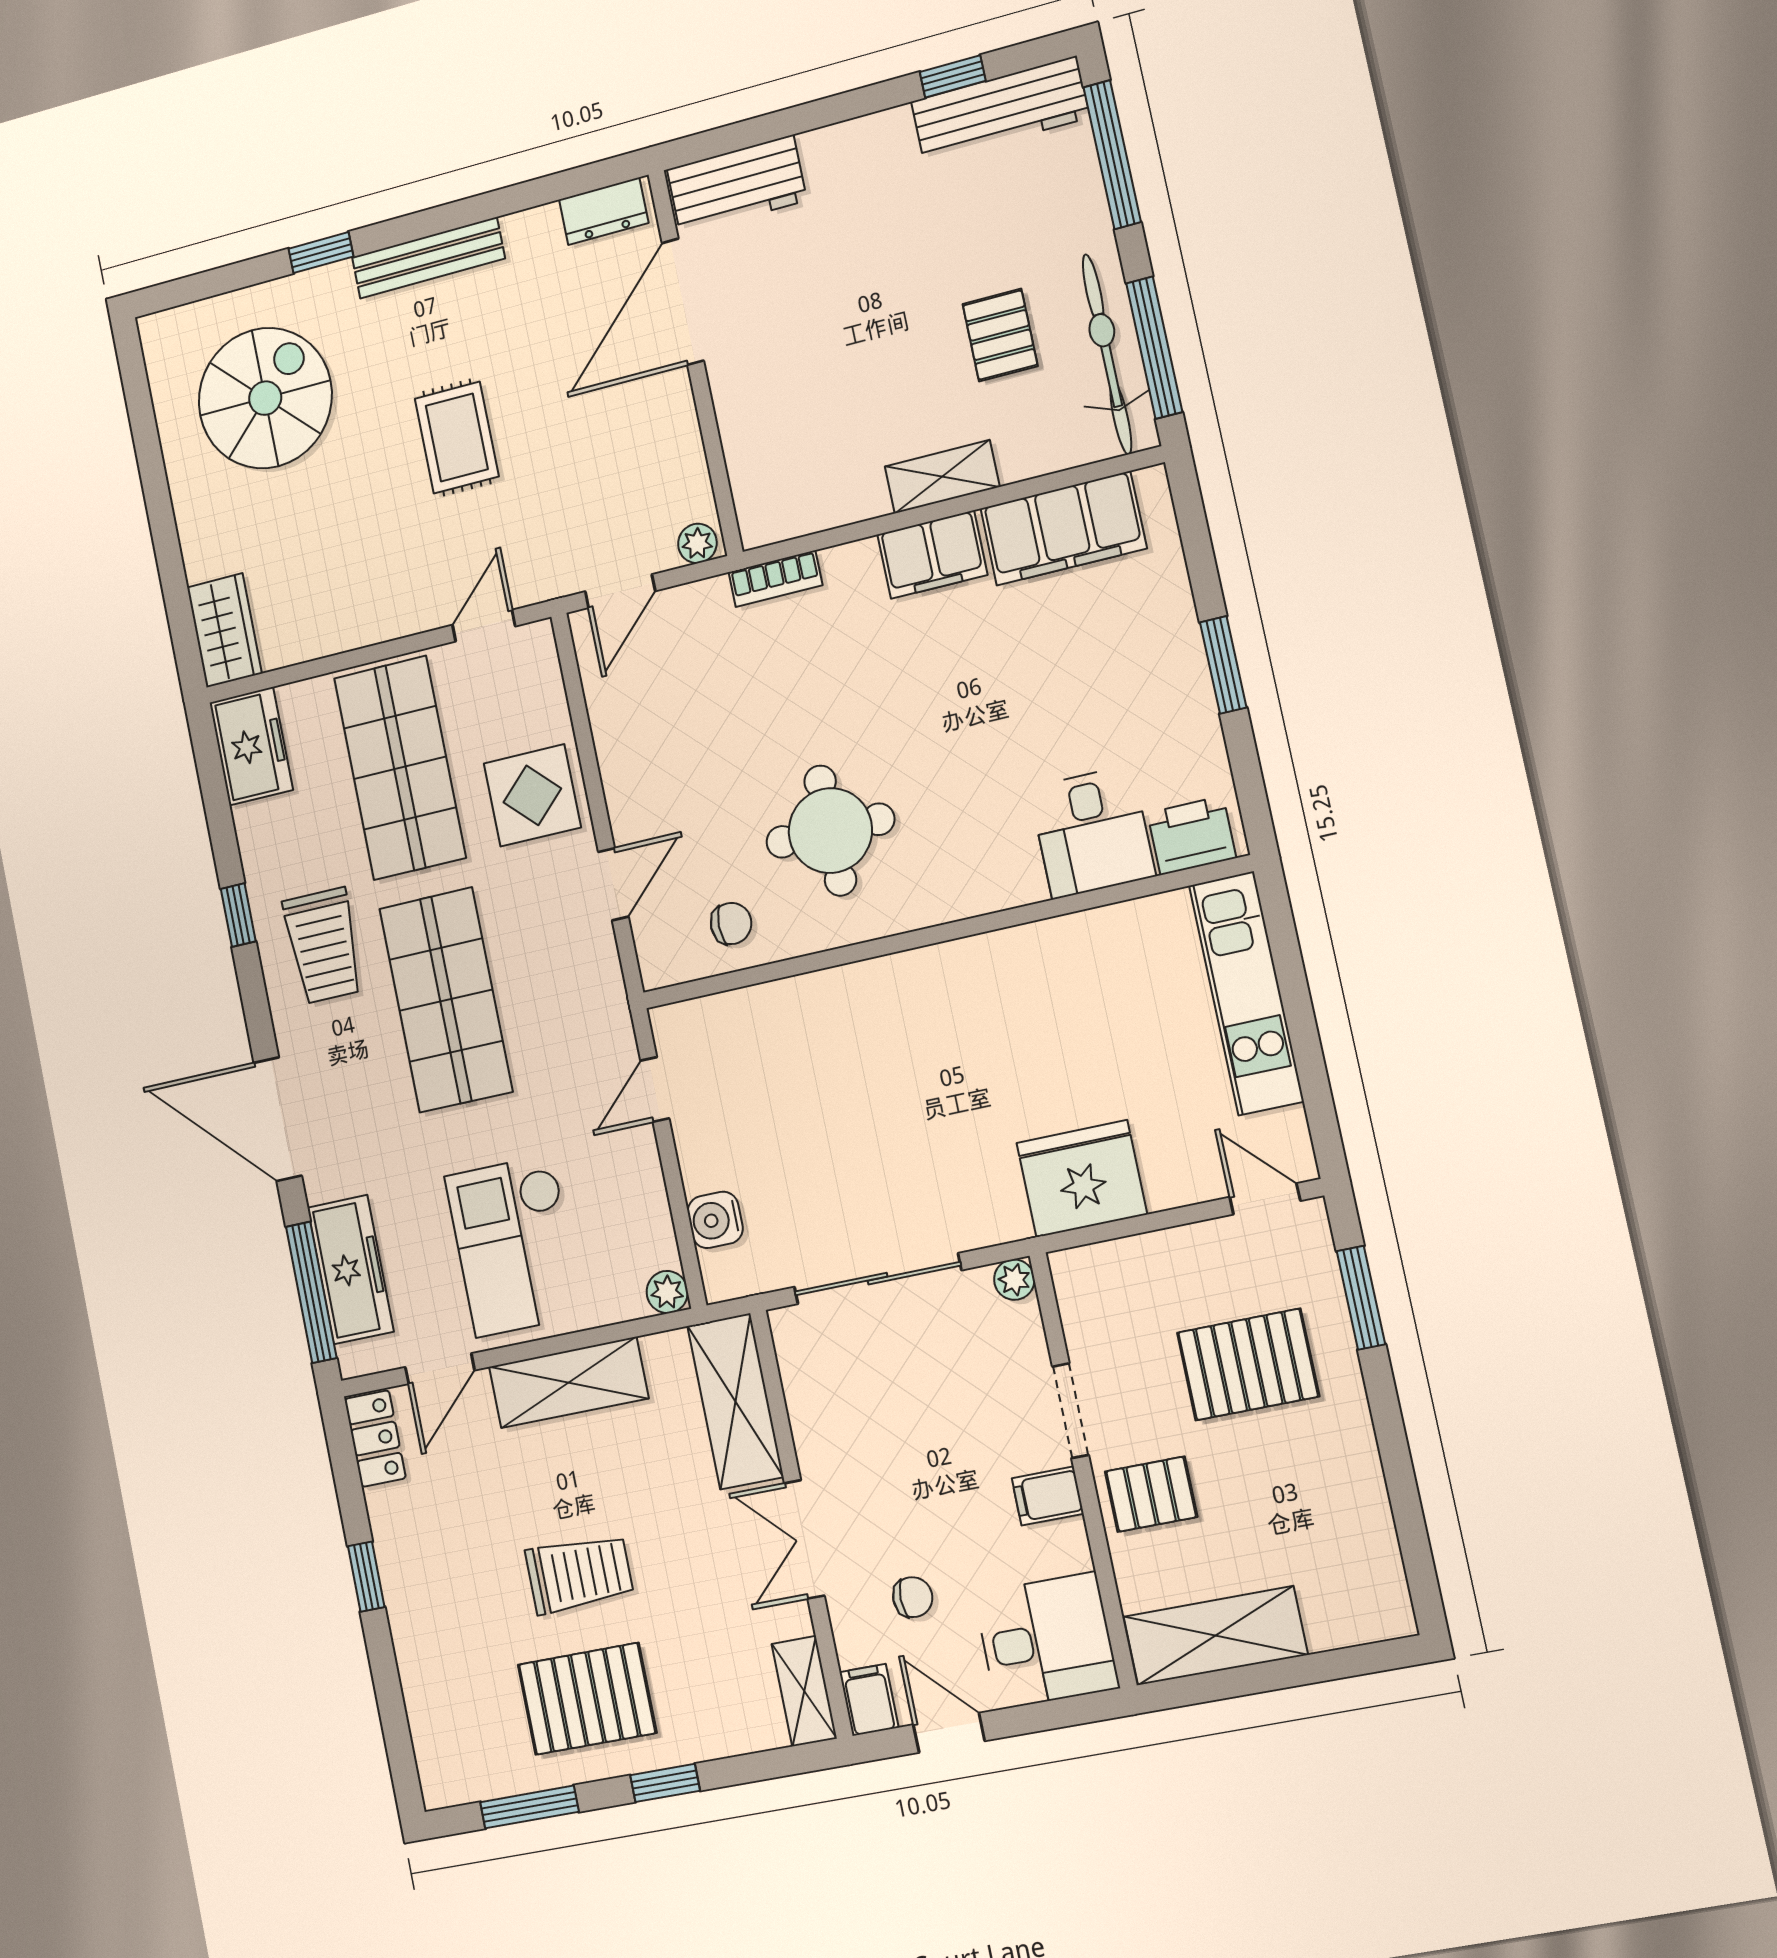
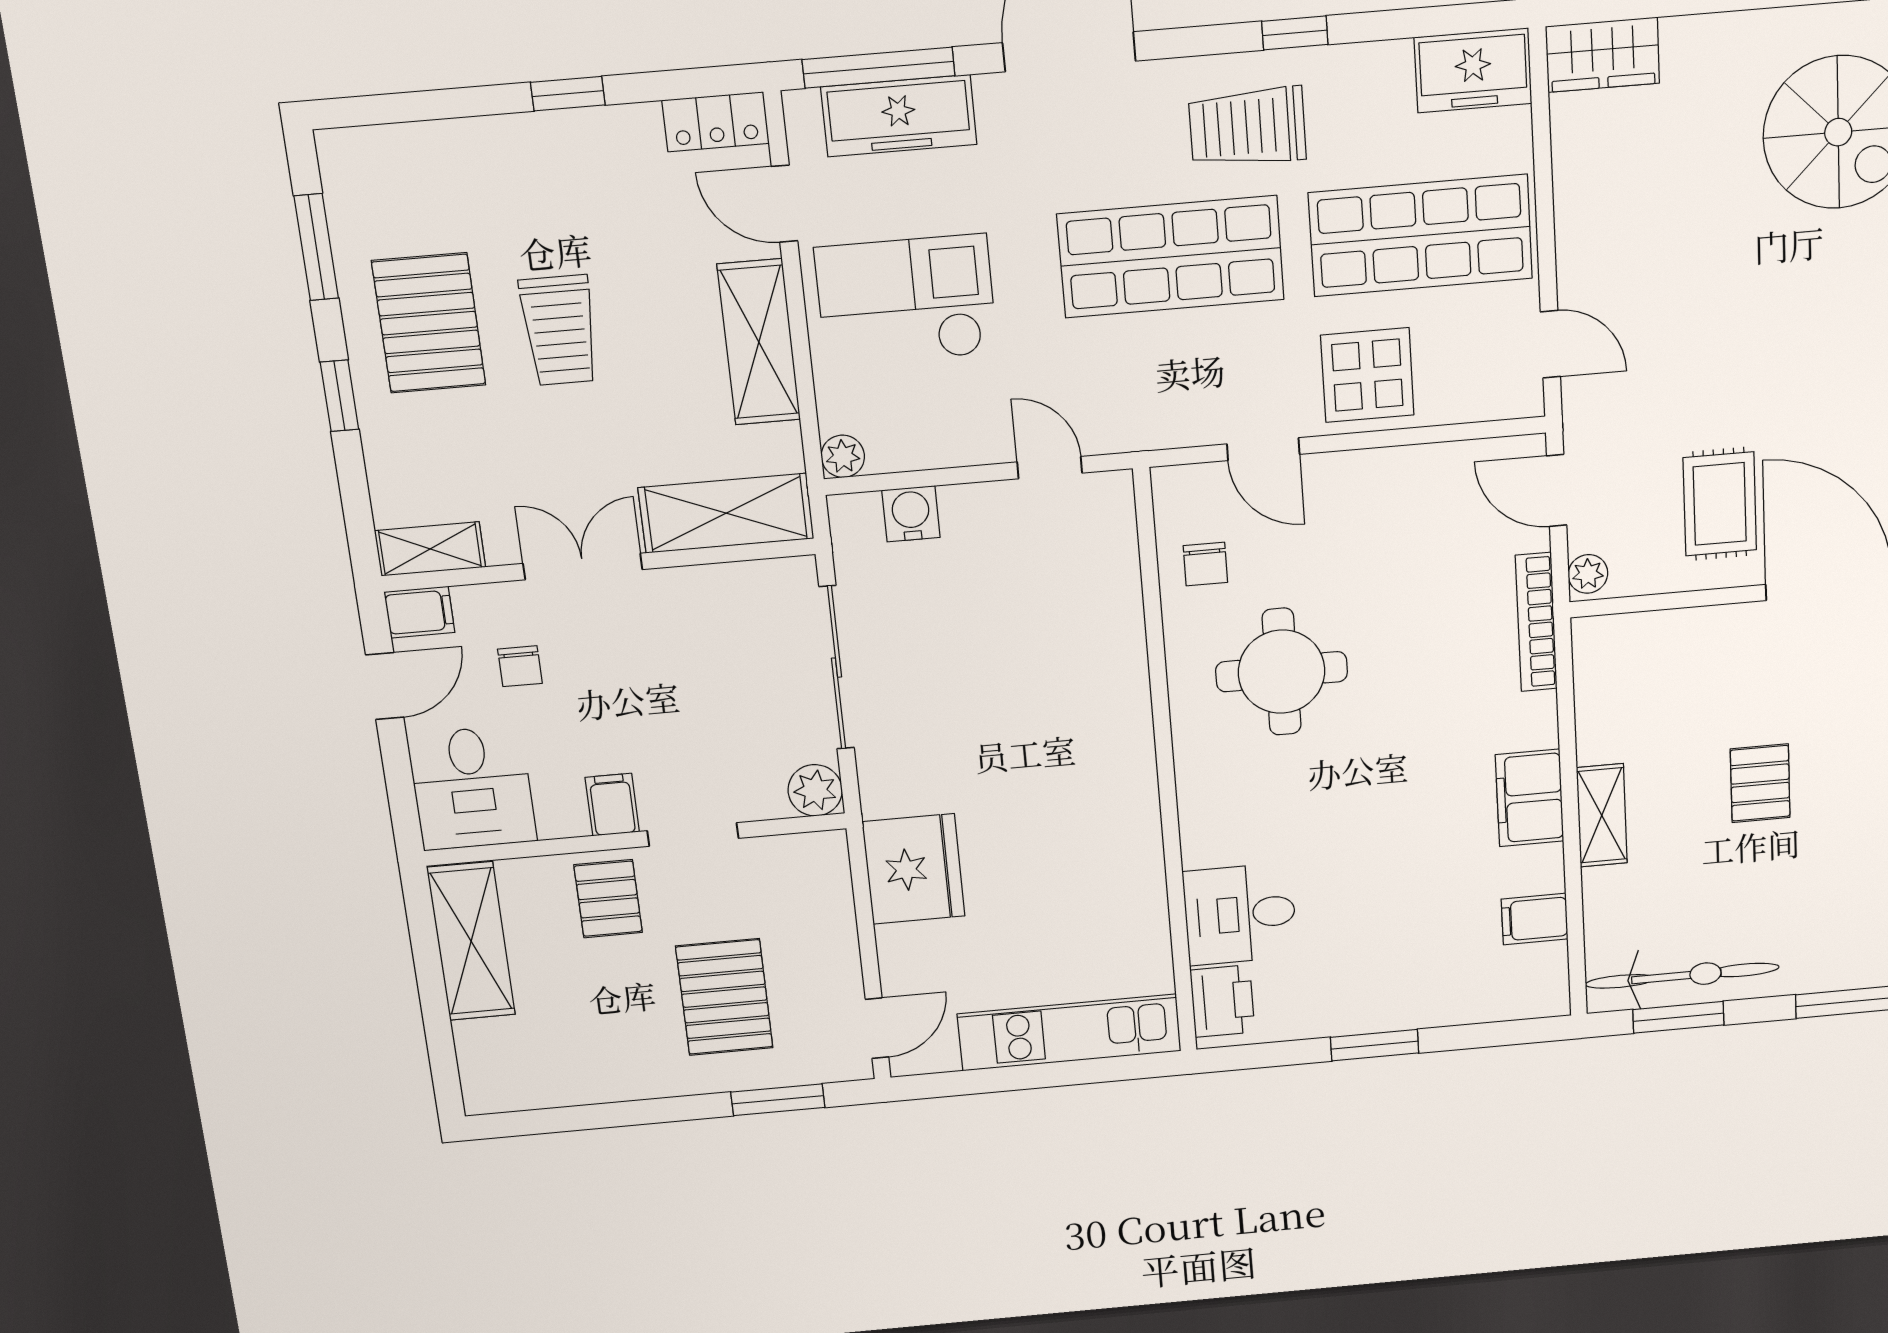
pallet: (1000, 335) -> (1760, 783), moved, turned 90
window: (1154, 348) -> (1678, 1017), width x0.69
rug: (457, 437) -> (1720, 504), moved, turned 90
filing cabinet: (1063, 528) -> (1535, 919), width x0.33, depth x0.86
bookcase: (775, 579) -> (1536, 622), width x1.56
plant: (1014, 1280) -> (815, 790), width x1.38, depth x1.38

